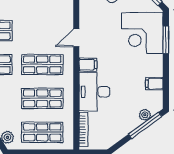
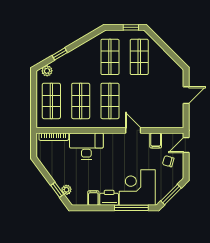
window: (166, 40) -> (131, 208), width x1.44
filing cabinet: (88, 65) -> (156, 141), moved
printer: (154, 65) -> (109, 198), added
window: (145, 125) -> (57, 190), width x0.46

